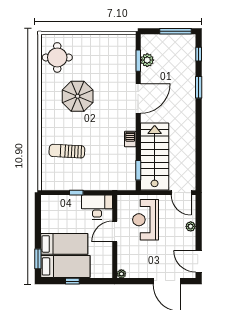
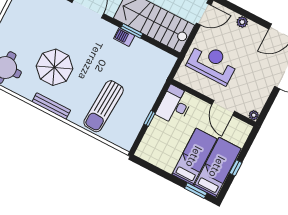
bench: (46, 110) -> (51, 106), added
sun lounger: (67, 151) -> (104, 106), width x1.36, depth x1.34
window: (138, 170) -> (132, 31), moved
reception desk: (146, 220) -> (212, 63), turned 180
door: (115, 231) -> (223, 108), moved

